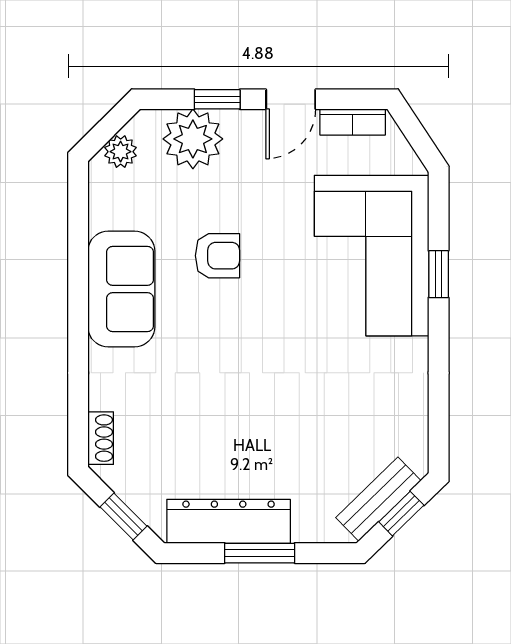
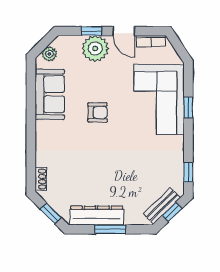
door: (291, 99) -> (124, 31), hinge flipped
plant: (193, 139) -> (95, 48), moved
armchair: (217, 256) -> (98, 112), moved
sofa: (121, 289) -> (50, 94), moved
window: (439, 422) -> (188, 172), added

